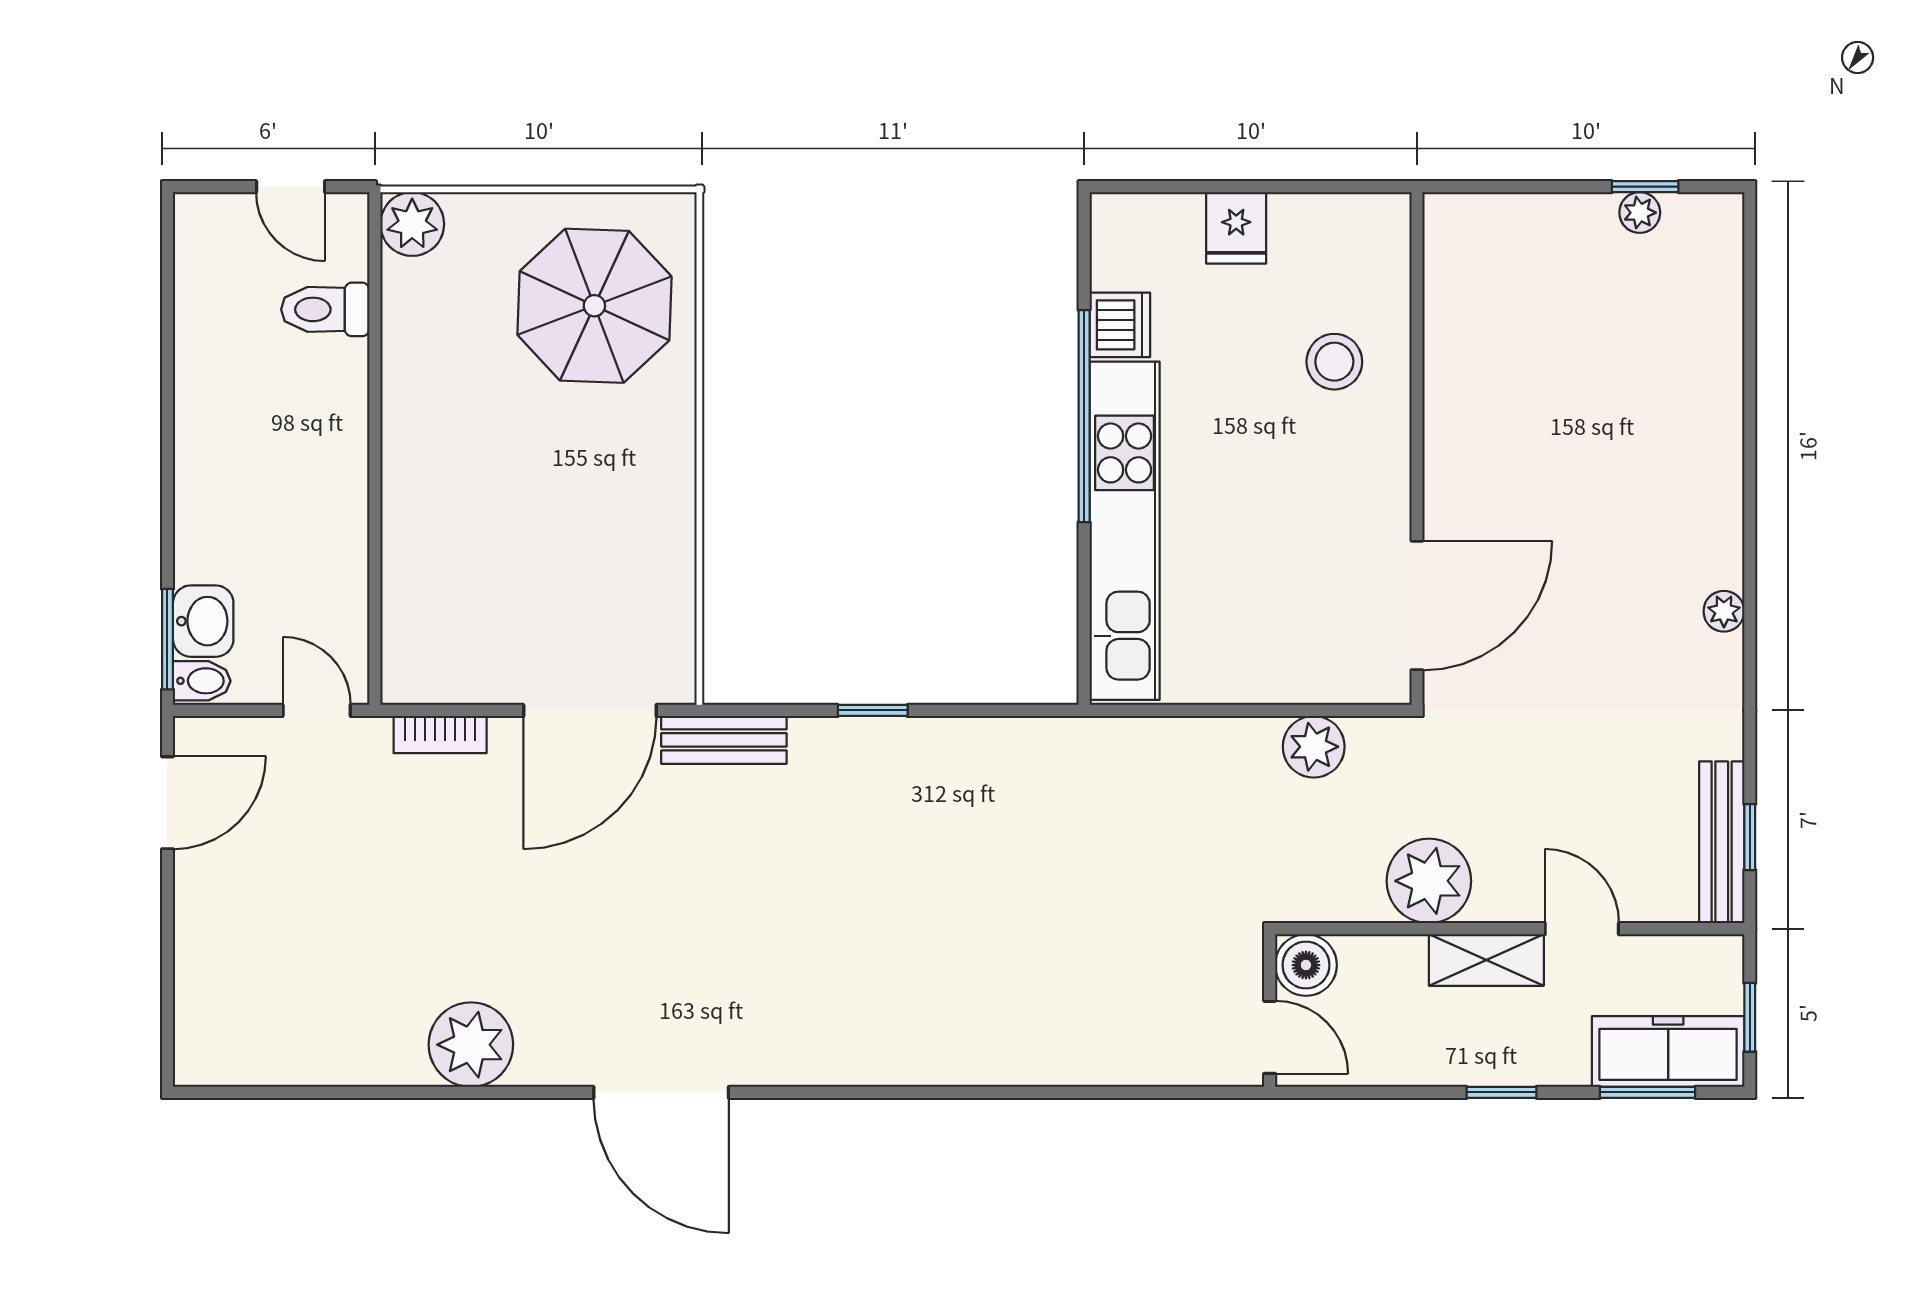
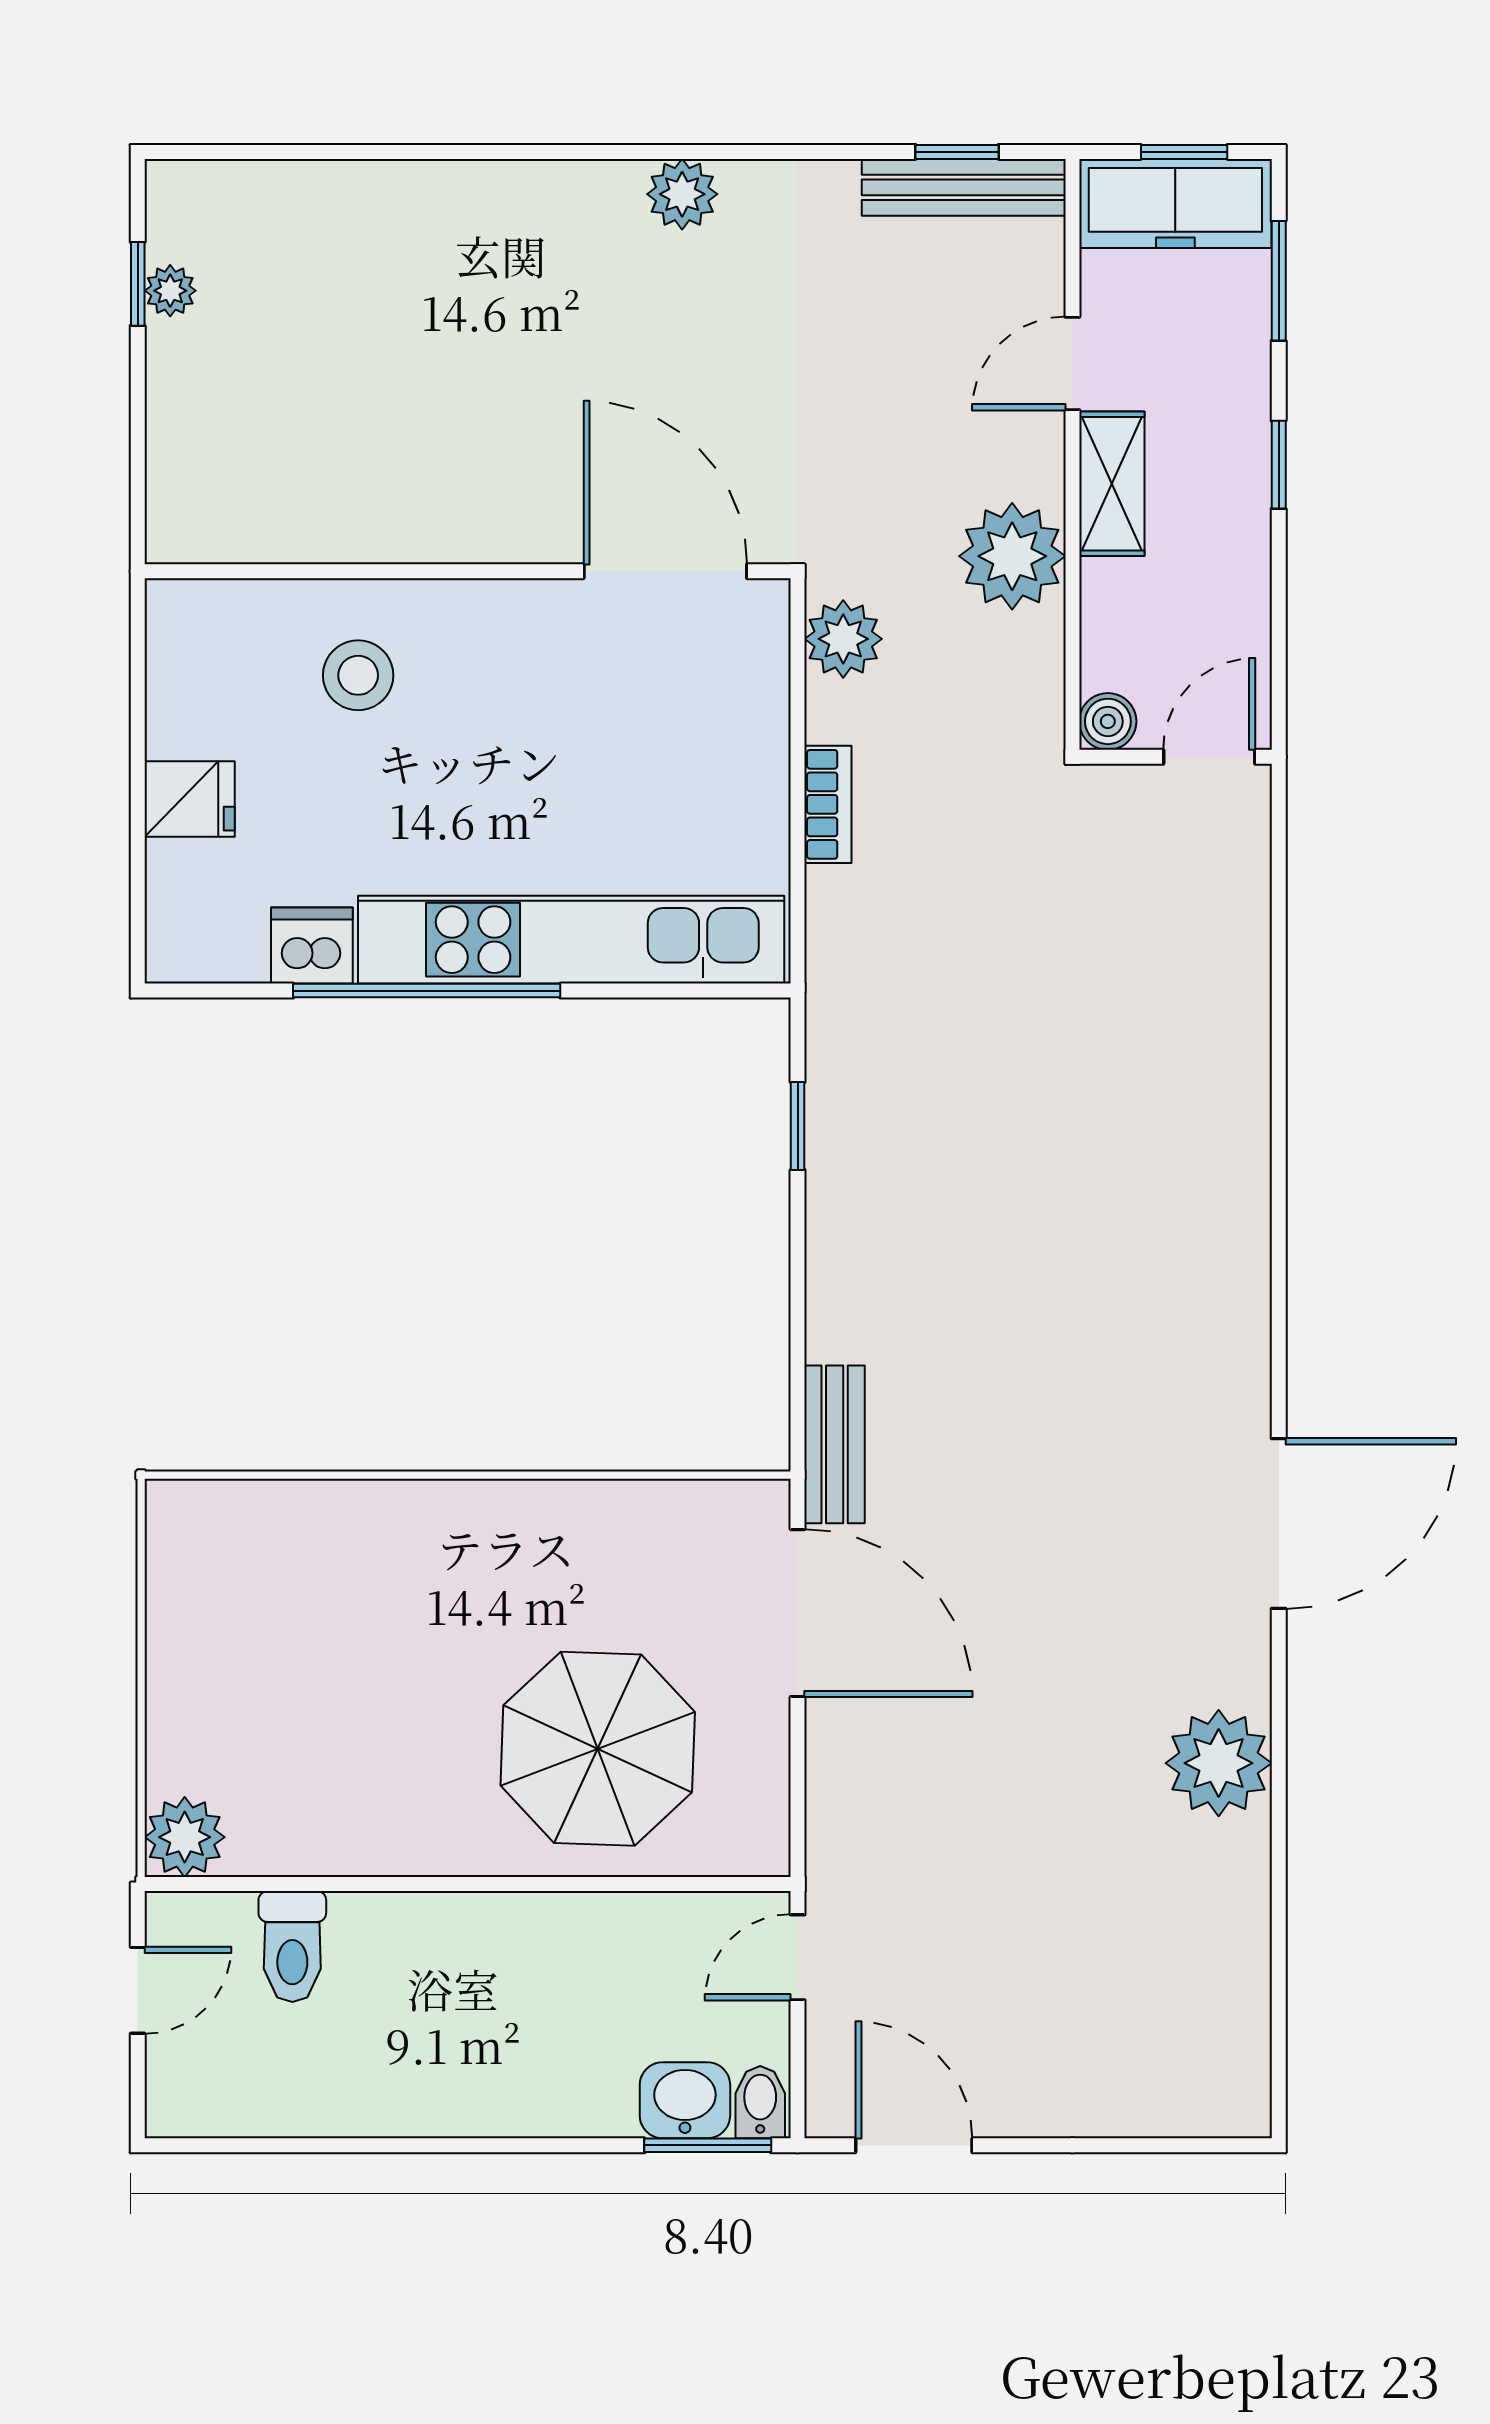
parasol: (594, 306) -> (598, 1749), moved
plant: (1724, 611) -> (682, 194), width x1.38, depth x1.38
window: (873, 710) -> (798, 1126), moved
bookcase: (440, 735) -> (828, 804), moved
plant: (1314, 747) -> (843, 639), moved
boiler: (1306, 965) -> (1108, 721), width x0.73, depth x0.73
freezer: (1668, 1052) -> (1175, 203), moved, turned -90

